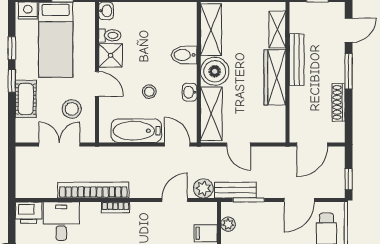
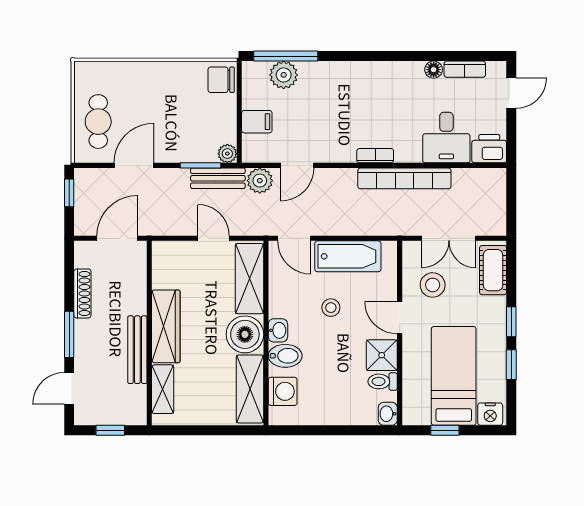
washing machine: (186, 28) -> (283, 391), added
washbasin: (190, 92) -> (278, 330), moved
cot: (26, 99) -> (493, 270), moved
plant: (228, 224) -> (227, 154), moved

